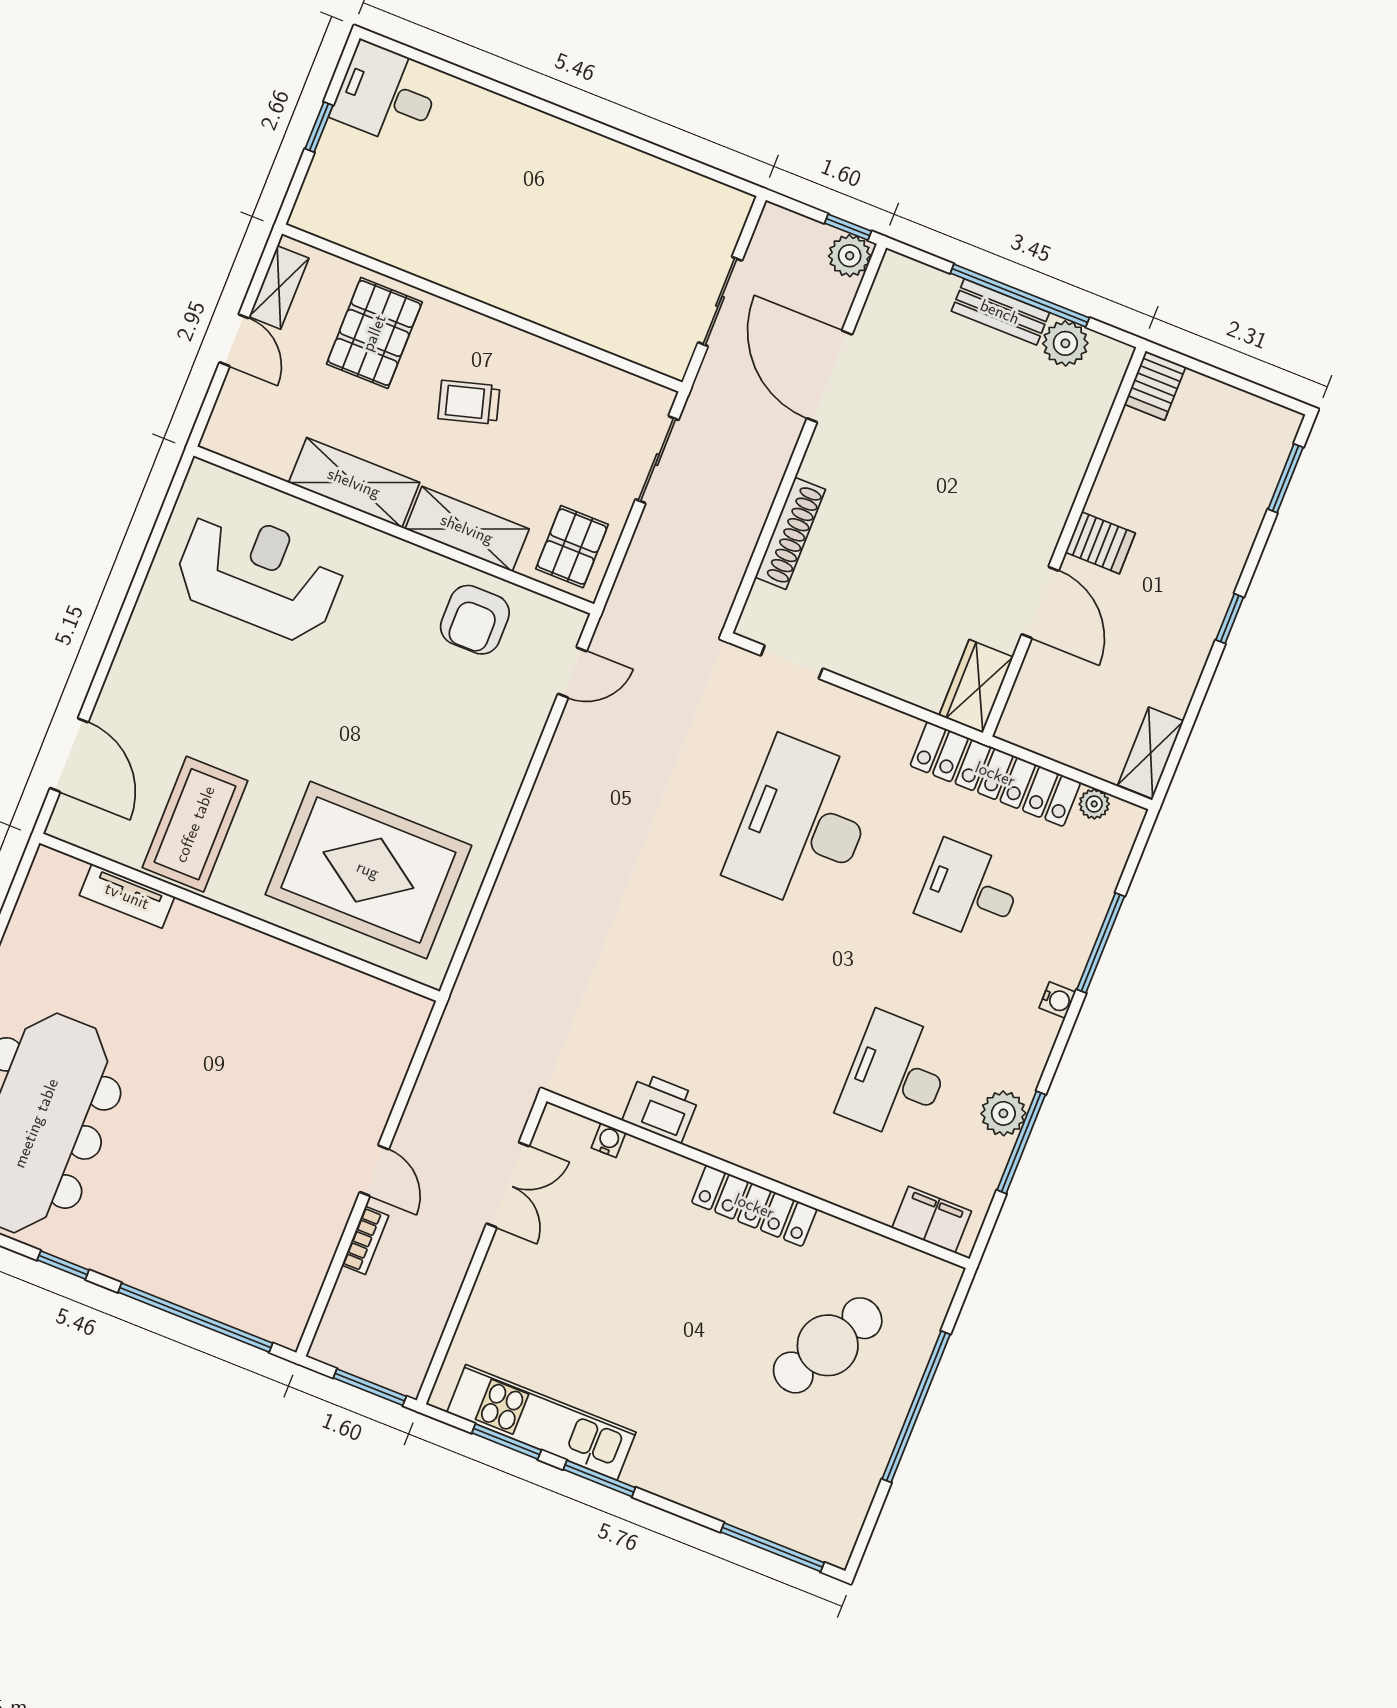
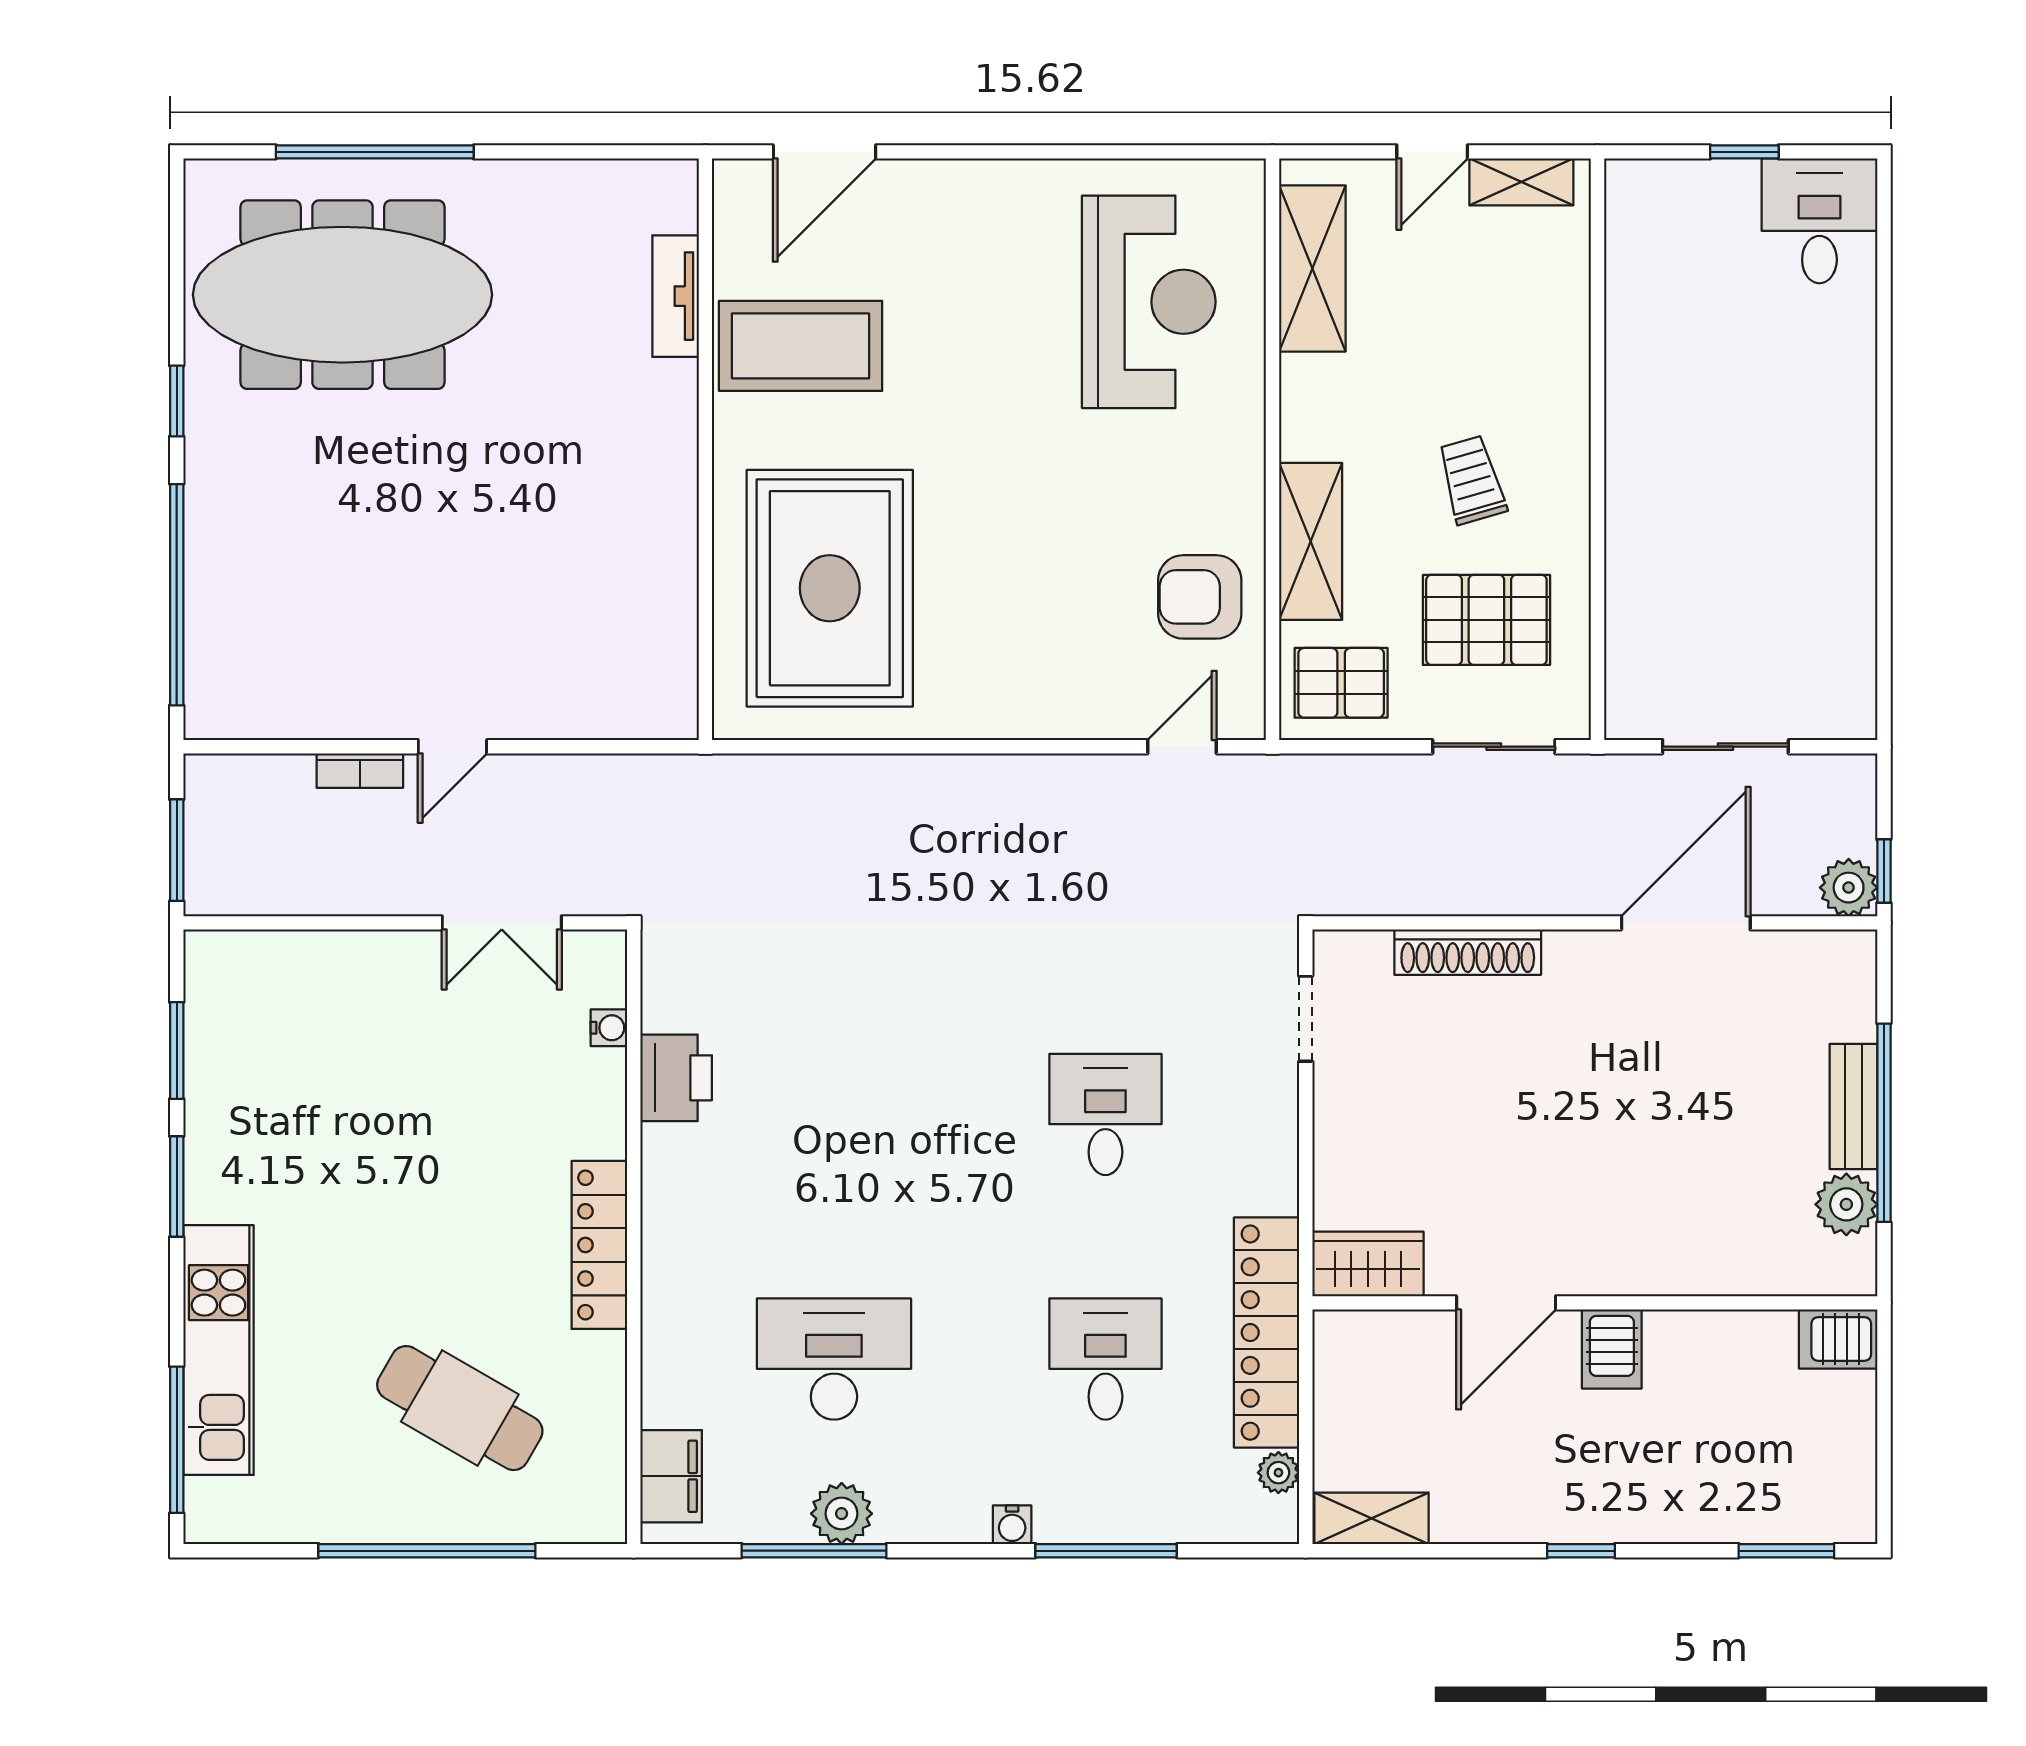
pallet: (374, 333) -> (1486, 620), moved
shelving: (354, 483) -> (1312, 269), moved
door: (572, 672) -> (1182, 747), swing flipped
desk: (803, 825) -> (1105, 1114), width x0.53, depth x0.77
kitchen unit: (541, 1422) -> (218, 1350), moved

